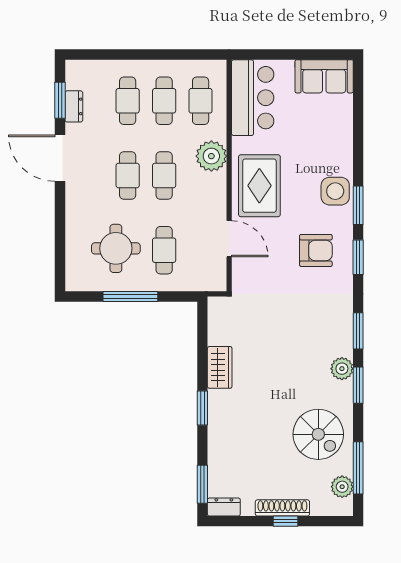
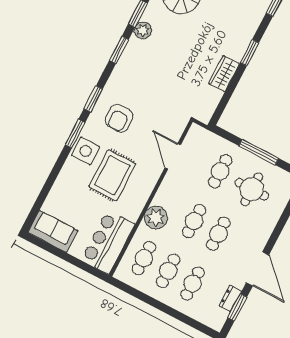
rug: (259, 186) -> (112, 175), moved
armchair: (316, 250) -> (119, 118), turned -90

